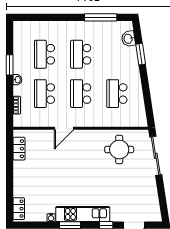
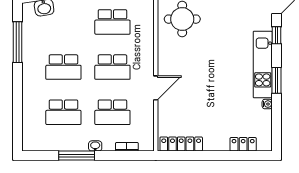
window: (10, 65) -> (77, 156), width x1.44
door: (64, 128) -> (156, 88), hinge flipped
locker: (19, 149) -> (181, 144), width x1.53
locker: (19, 209) -> (243, 144), moved

